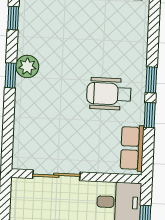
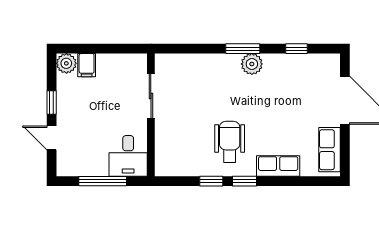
window: (10, 75) -> (243, 49), width x1.50
row of seats: (132, 148) -> (278, 166), moved

